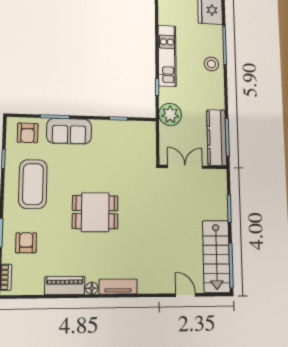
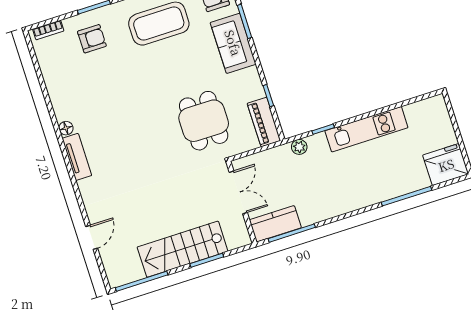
stool: (211, 64) -> (376, 187), removed
plant: (170, 115) -> (299, 147), width x0.53, depth x0.53
kitchen counter: (217, 138) -> (275, 224), width x0.67
dining table: (95, 212) -> (204, 121), moved
stairs: (216, 256) -> (183, 249), moved
piano: (65, 286) -> (264, 122), moved, turned 180

